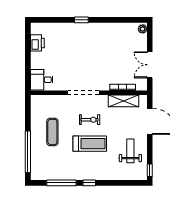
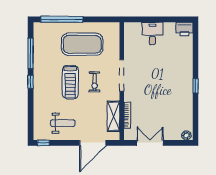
window: (81, 20) -> (196, 86), moved
printer: (37, 43) -> (184, 29), moved
desk: (42, 80) -> (152, 33), moved
exercise mat: (52, 132) -> (82, 44), width x2.00, depth x1.45

